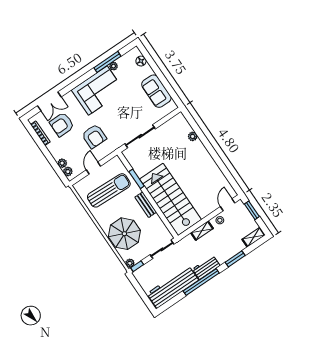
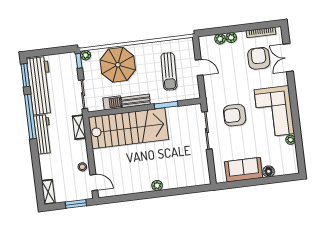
floor lamp: (141, 61) -> (269, 171), moved
window: (107, 62) -> (298, 136), removed
armchair: (94, 136) -> (235, 115), moved
plant: (193, 136) -> (157, 186), moved
plant: (68, 172) -> (231, 38), moved
sun lounger: (109, 190) -> (169, 71), width x0.73, depth x0.75
barbecue: (157, 223) -> (112, 103), added
shelving: (202, 231) -> (79, 127), moved
window: (235, 259) -> (25, 75), moved
workbench: (206, 267) -> (43, 134), width x1.37

